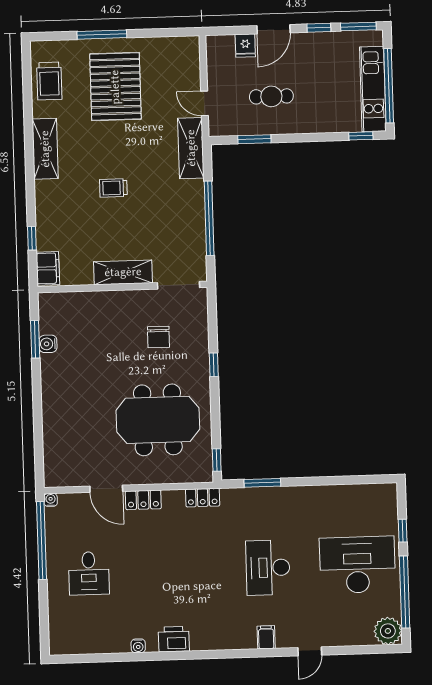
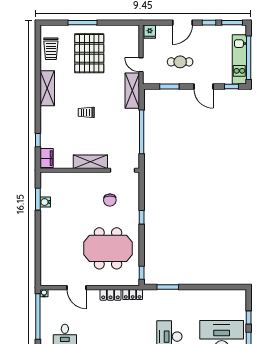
fridge: (245, 46) -> (150, 32), moved
door: (313, 137) -> (203, 87), added
locker: (143, 500) -> (111, 295), moved

